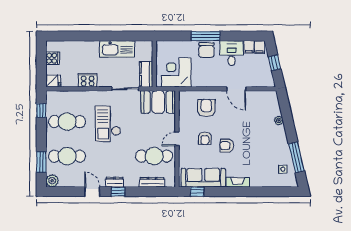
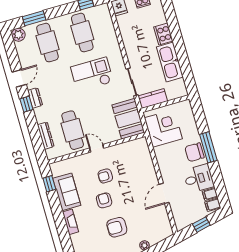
cooker: (88, 80) -> (163, 34), moved, turned 180
armchair: (206, 108) -> (117, 227), moved, turned 180
sofa: (203, 178) -> (67, 192), width x0.73

